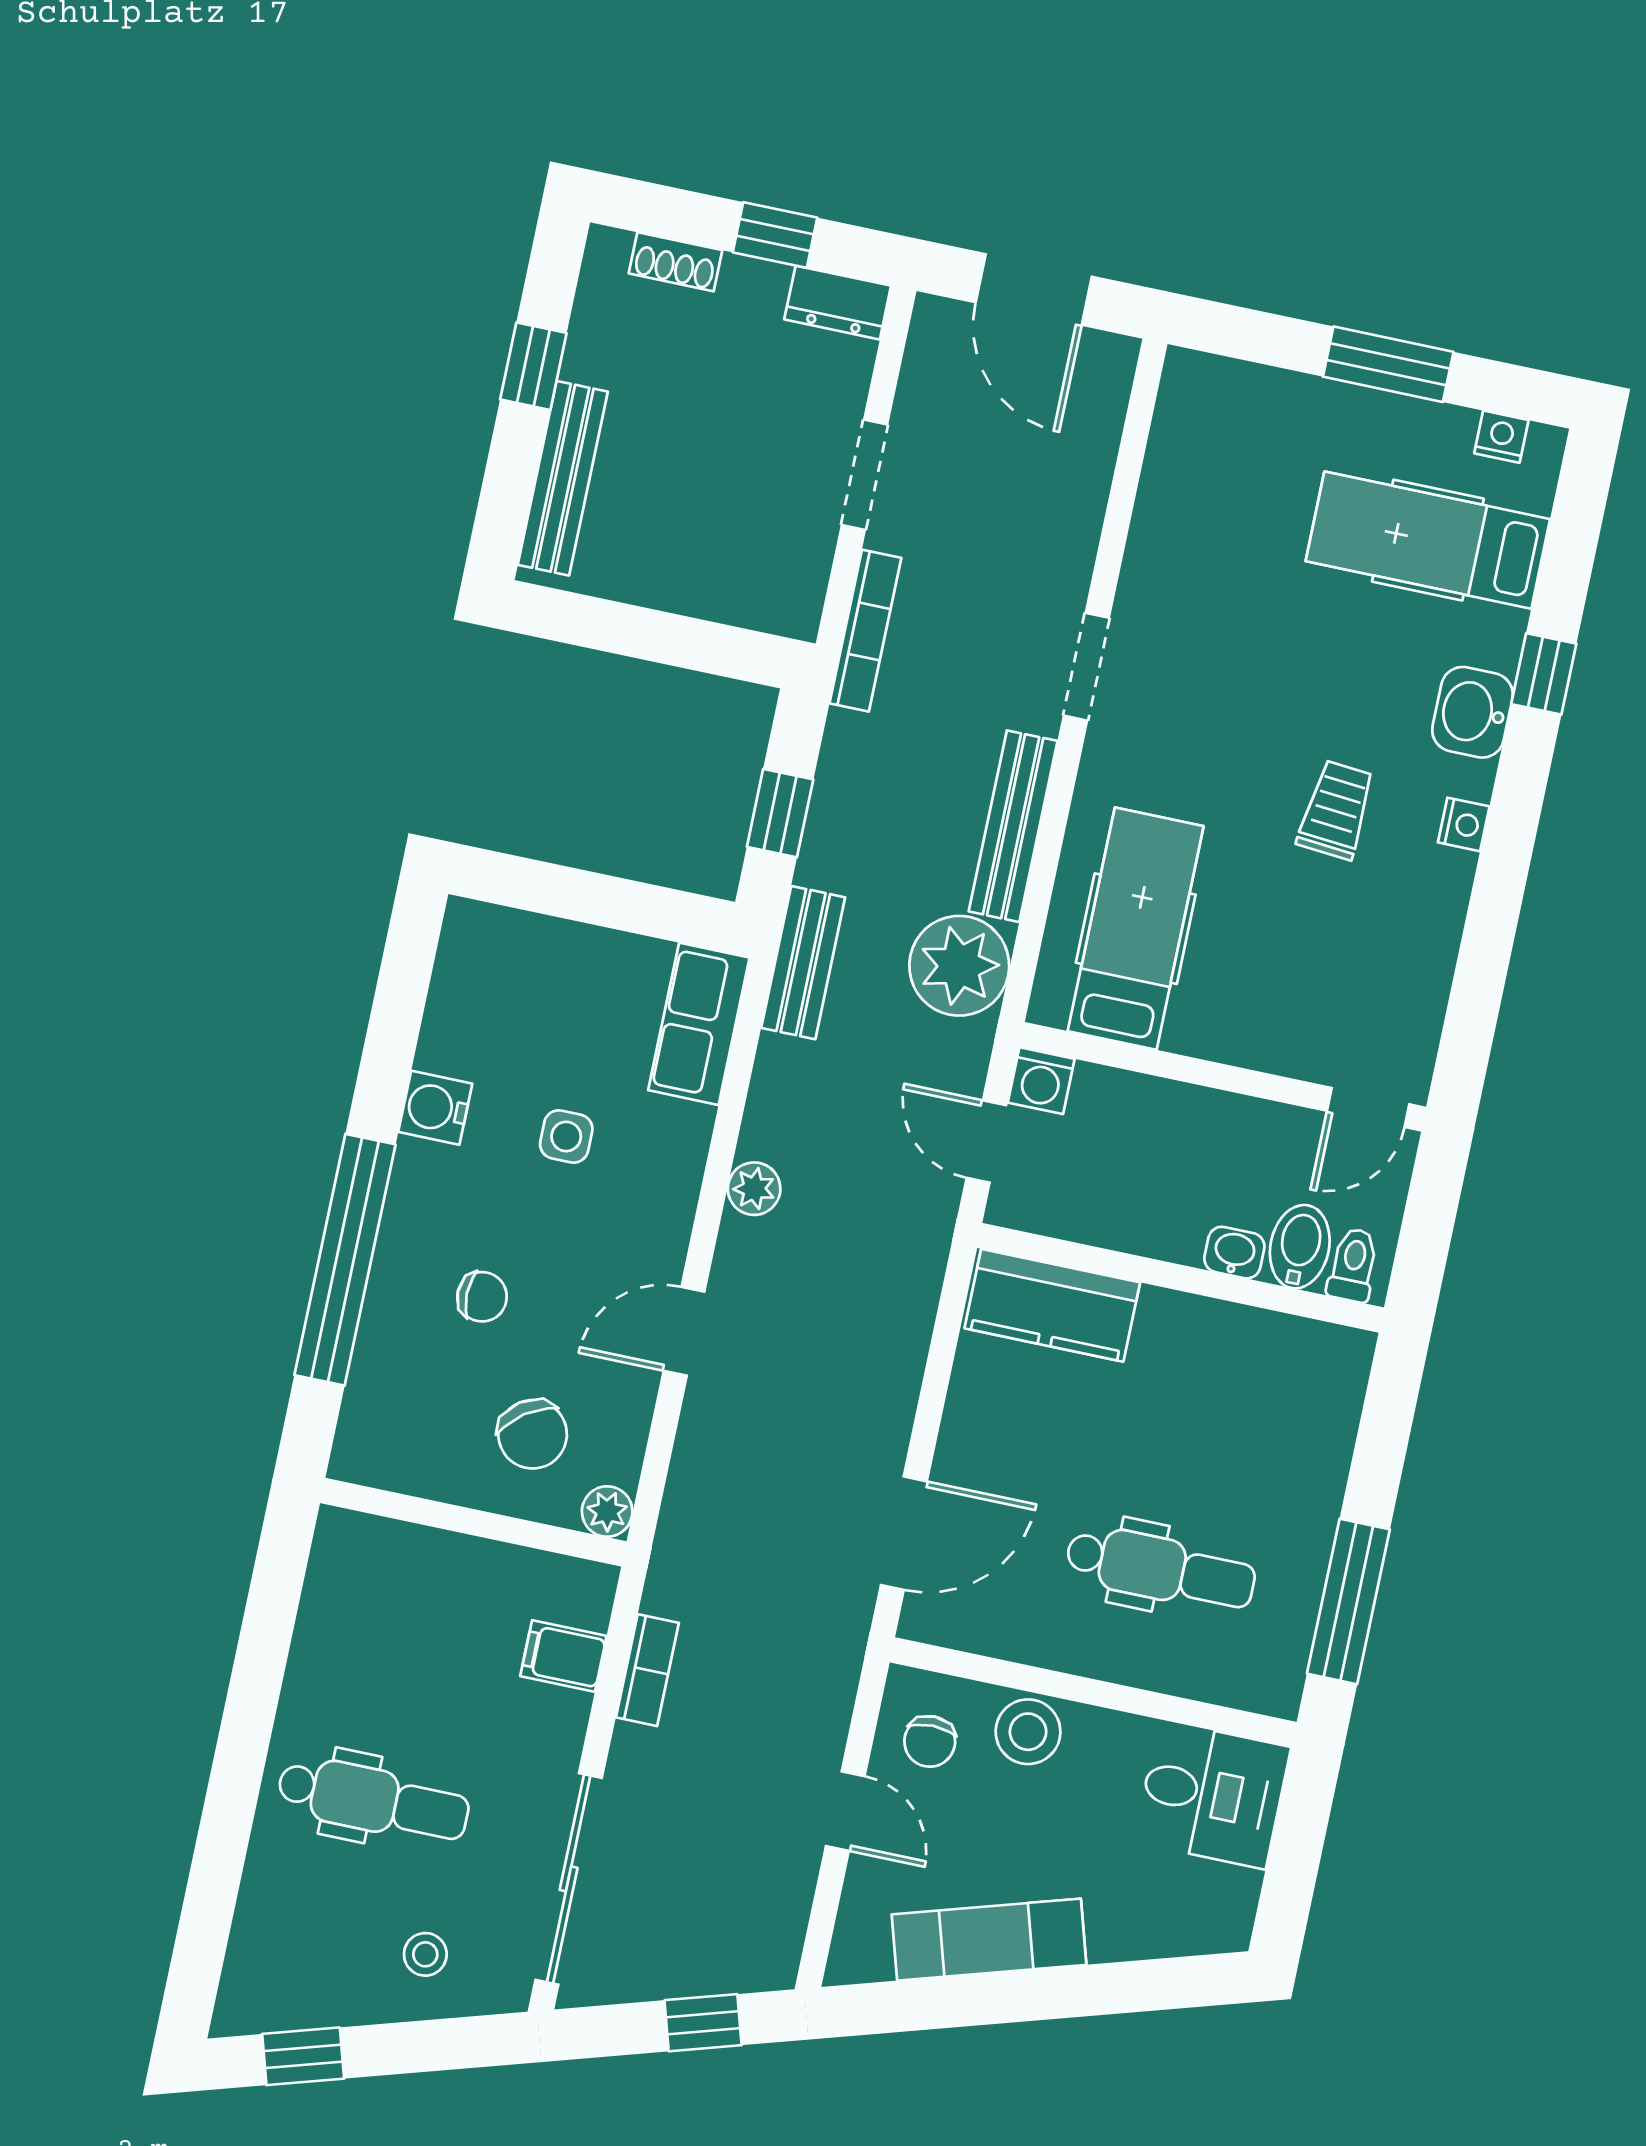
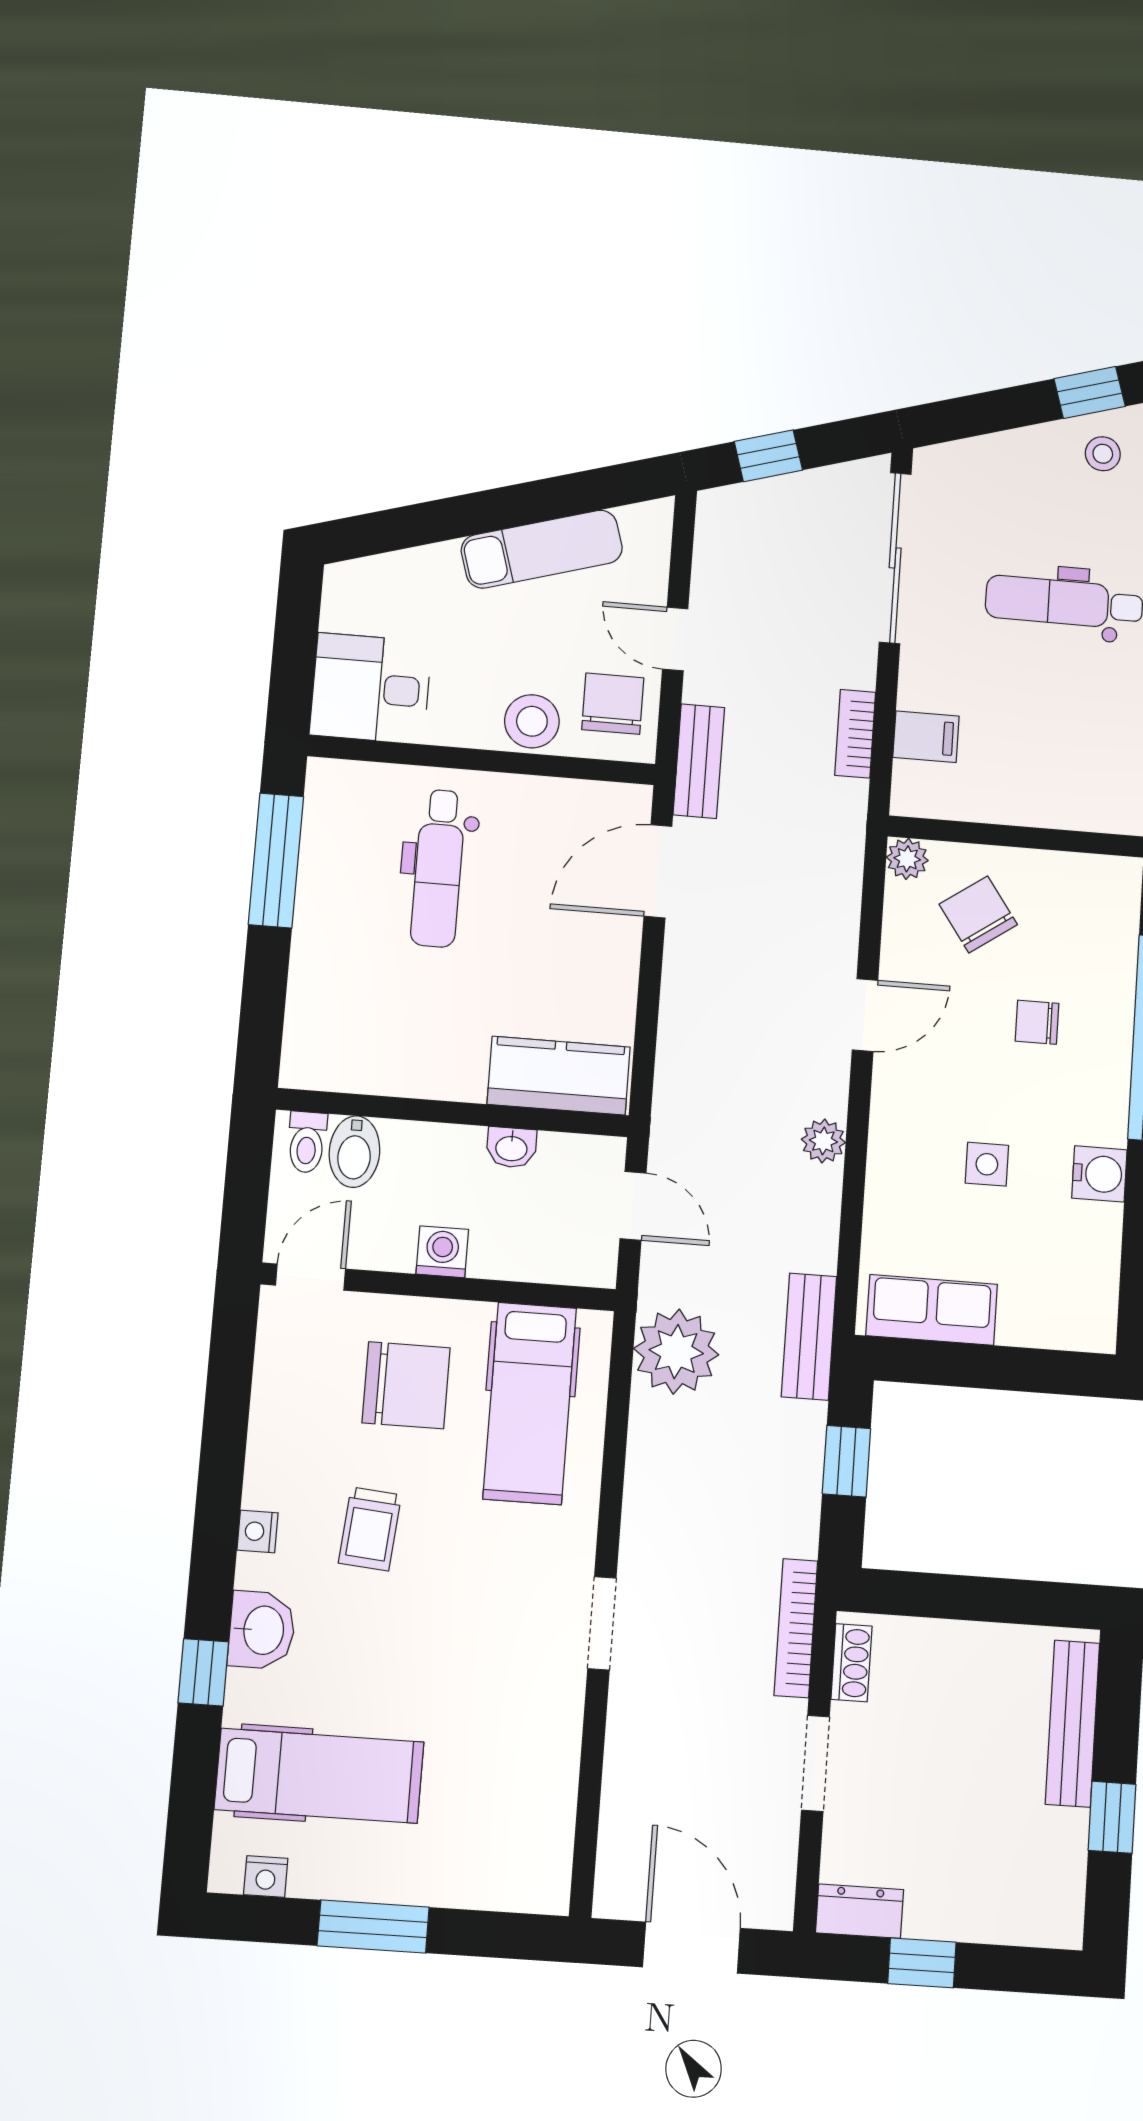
shoe rack: (675, 262) -> (851, 1663), moved, turned 90
bench: (1013, 826) -> (699, 761), moved, width x0.73
chair: (1274, 968) -> (406, 1385), added
row of seats: (699, 1024) -> (932, 1310), moved, turned -90
washing machine: (1041, 1081) -> (442, 1252), moved
washbasin: (1234, 1253) -> (511, 1147), moved
dental chair: (1161, 1569) -> (438, 868), turned -90
chair: (930, 1741) -> (613, 704), width x1.37, depth x1.37
stool: (425, 1954) -> (1103, 454), moved

